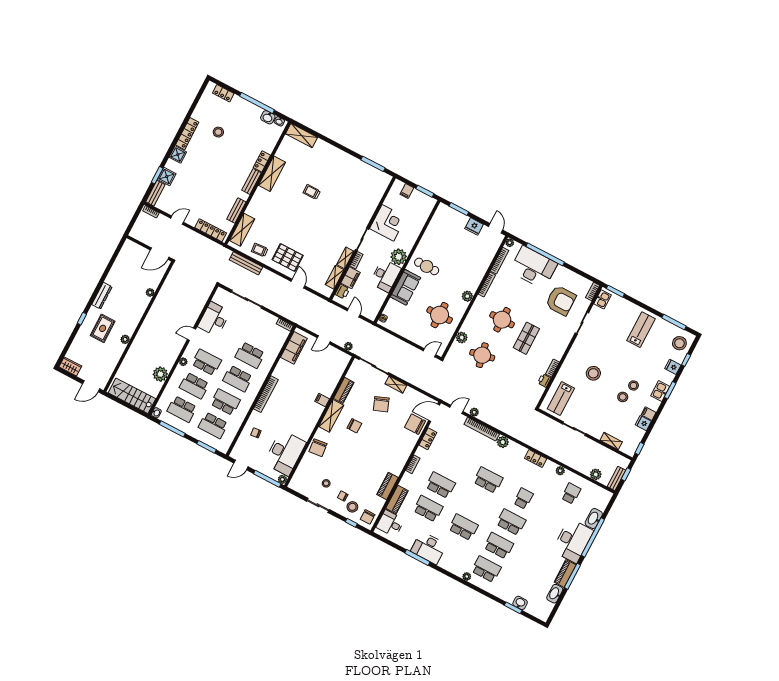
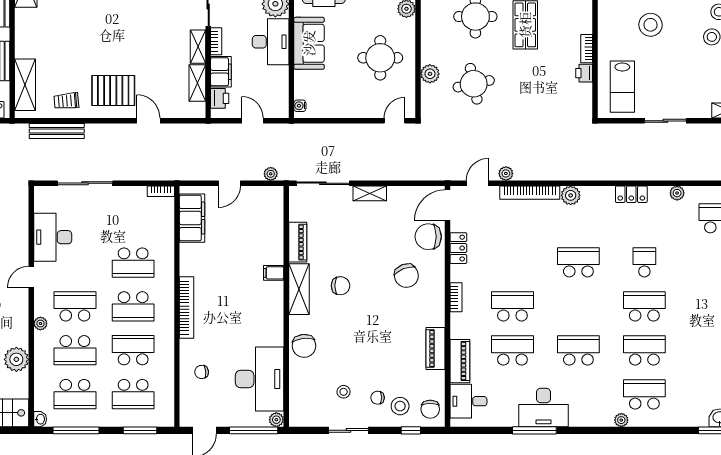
chair: (381, 404) -> (406, 276), moved

